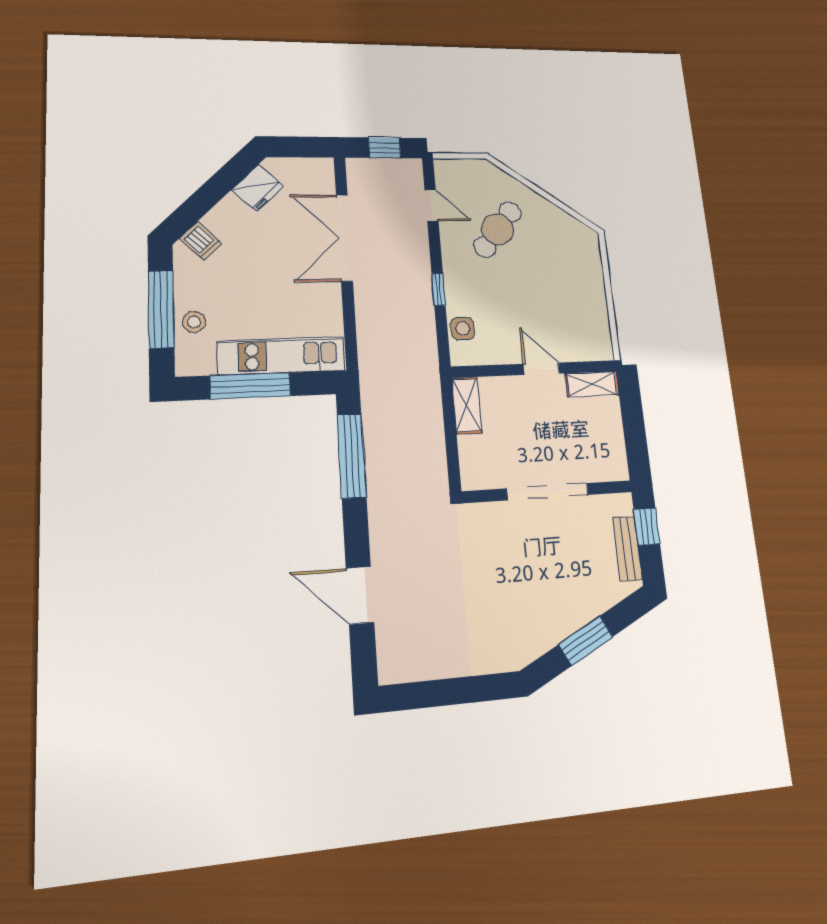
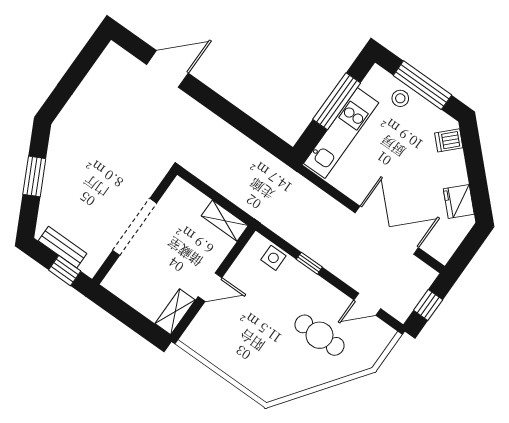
cafe table: (498, 229) -> (319, 335), turned -39
window: (352, 456) -> (249, 127), removed

